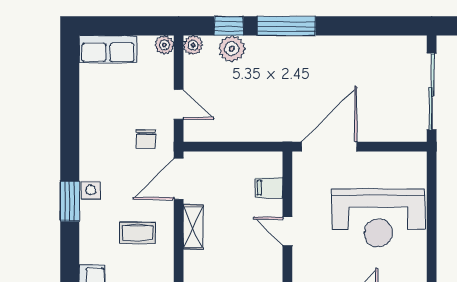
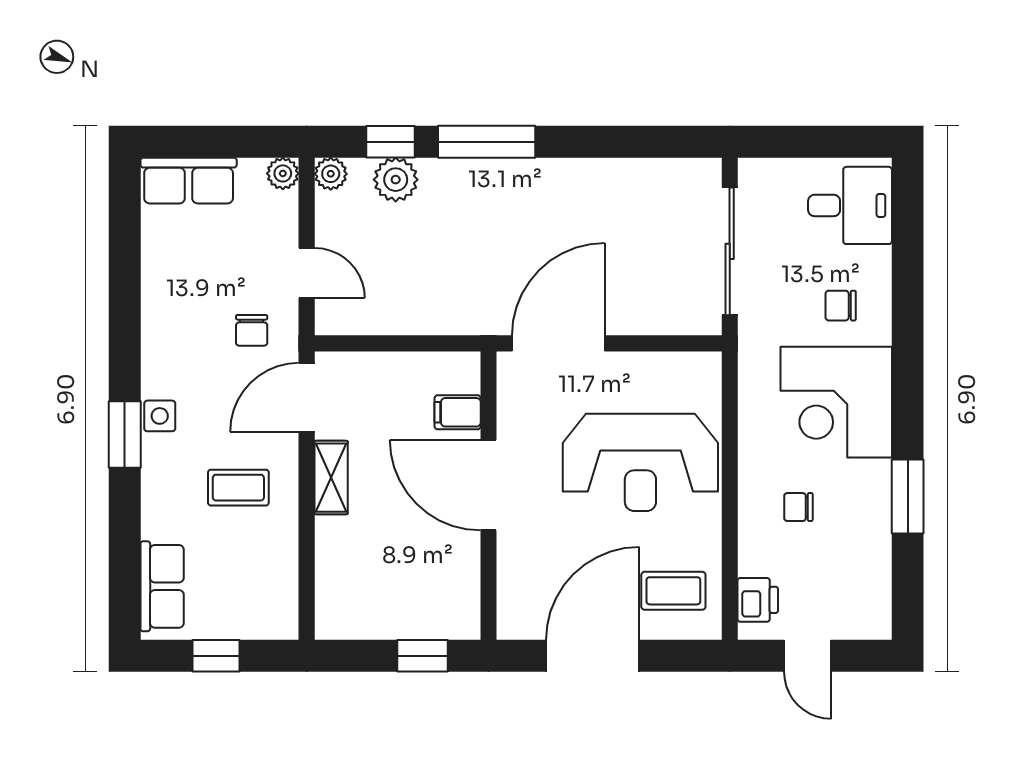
door: (287, 231) -> (488, 485), width x1.88

